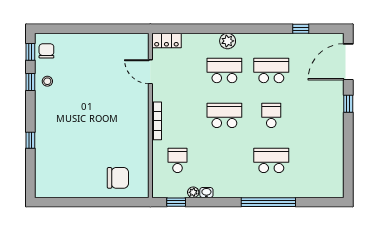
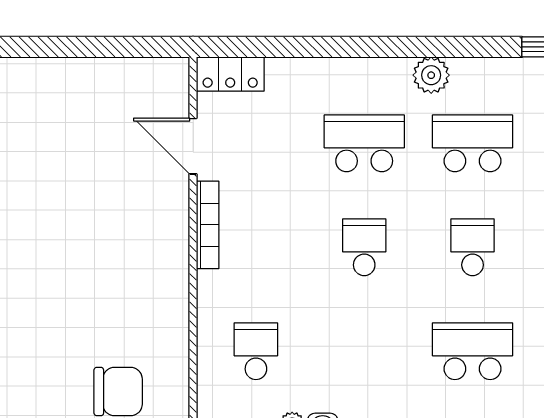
plant: (228, 41) -> (431, 75), moved
school desk: (224, 115) -> (364, 247), width x0.54
bookcase: (157, 121) -> (208, 225), moved

